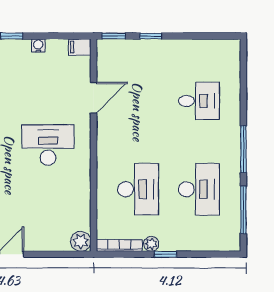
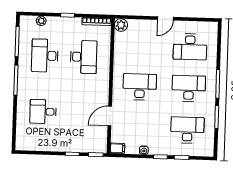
desk: (48, 145) -> (140, 87), turned 180
desk: (138, 189) -> (84, 57), turned 180
plant: (151, 244) -> (41, 21), moved

